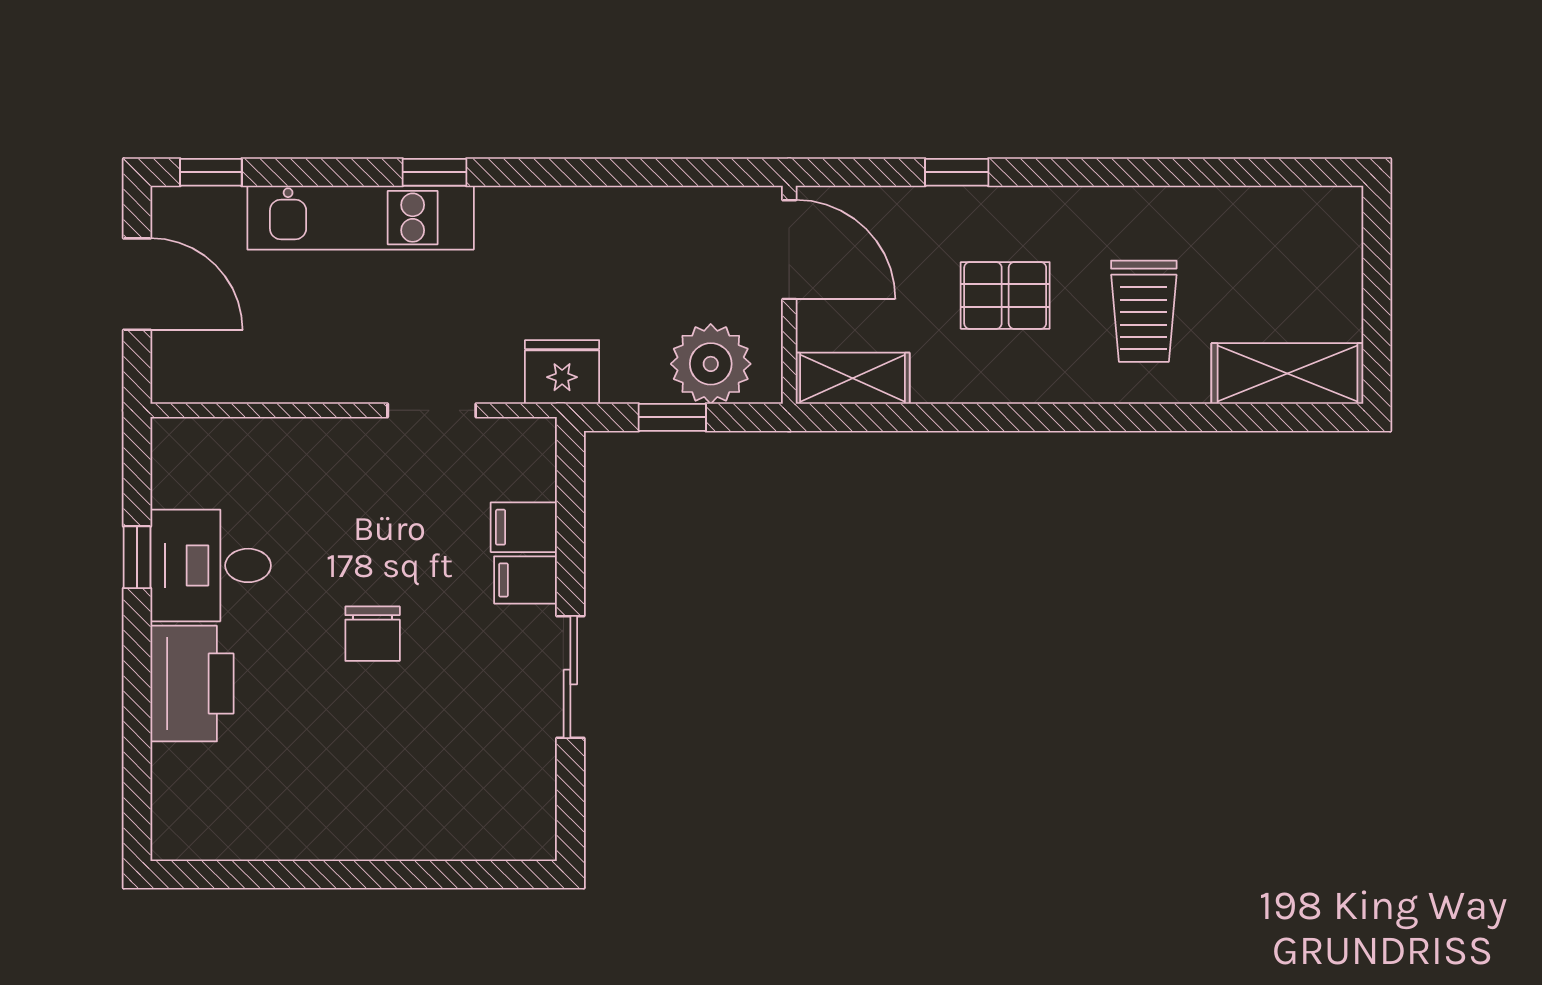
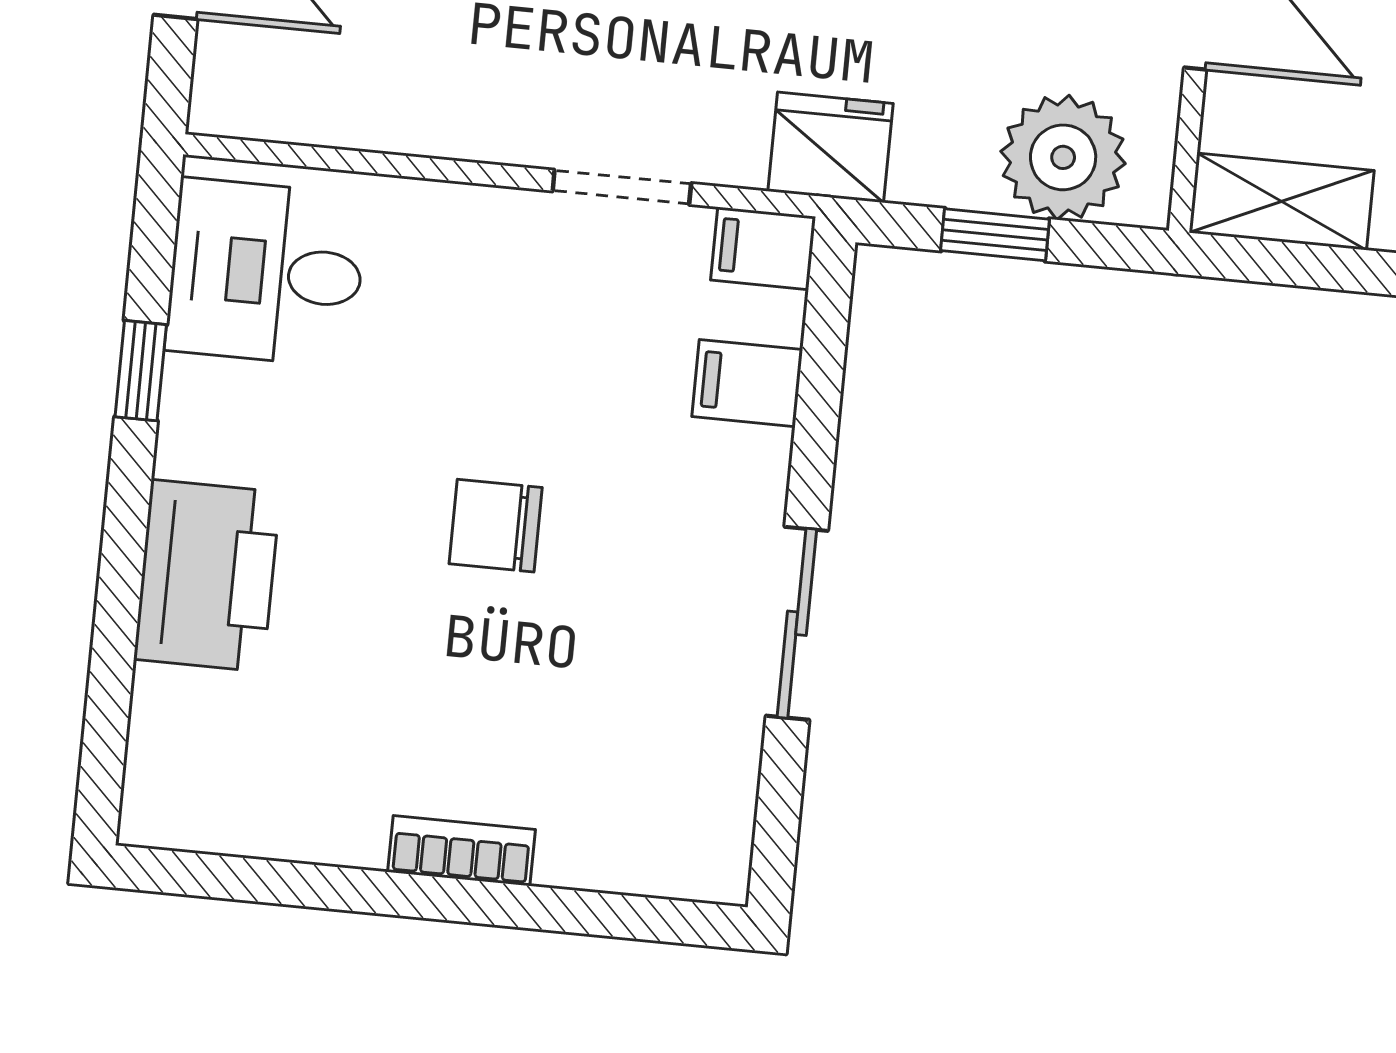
desk: (211, 565) -> (266, 273), moved
filing cabinet: (525, 580) -> (763, 248), moved
chair: (373, 634) -> (496, 526), turned 90
bookcase: (371, 843) -> (462, 851), added

